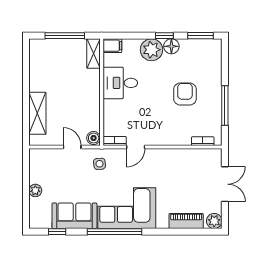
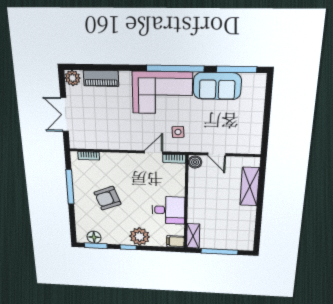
floor lamp: (171, 46) -> (94, 237), moved
armchair: (185, 94) -> (108, 198), turned 69
side table: (100, 164) -> (178, 132), moved
plant: (35, 190) -> (257, 113), removed
window: (57, 232) -> (237, 69), width x2.17

